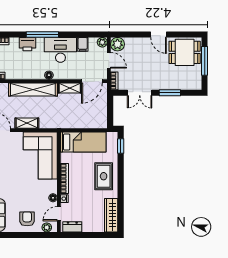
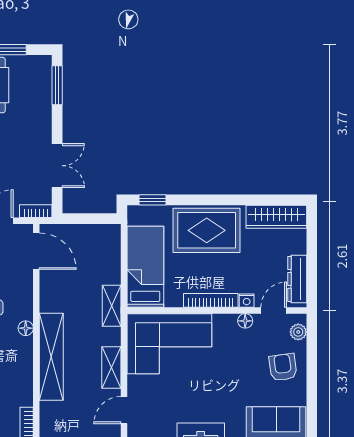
shelving: (70, 88) -> (112, 306), moved
window: (170, 93) -> (57, 85), moved
rug: (104, 176) -> (207, 230), width x1.36, depth x1.43
door: (59, 214) -> (274, 310), swing flipped
armchair: (27, 219) -> (283, 367), turned 82
dresser: (72, 227) -> (297, 279), width x1.44

